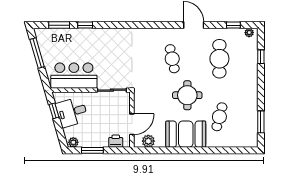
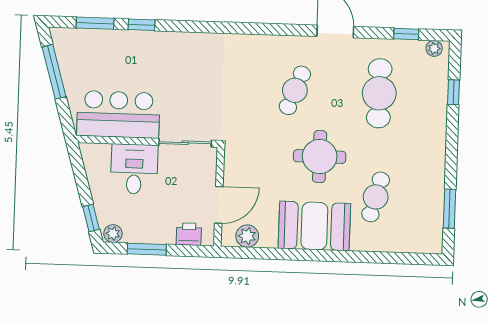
cafe table: (172, 59) -> (295, 90), turned 33
window: (54, 111) -> (91, 218), moved
desk: (72, 112) -> (134, 169), moved, turned 106

